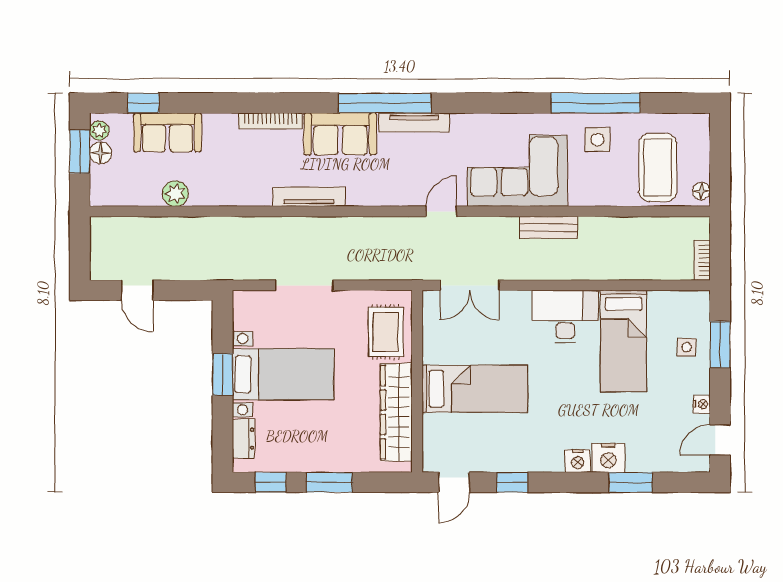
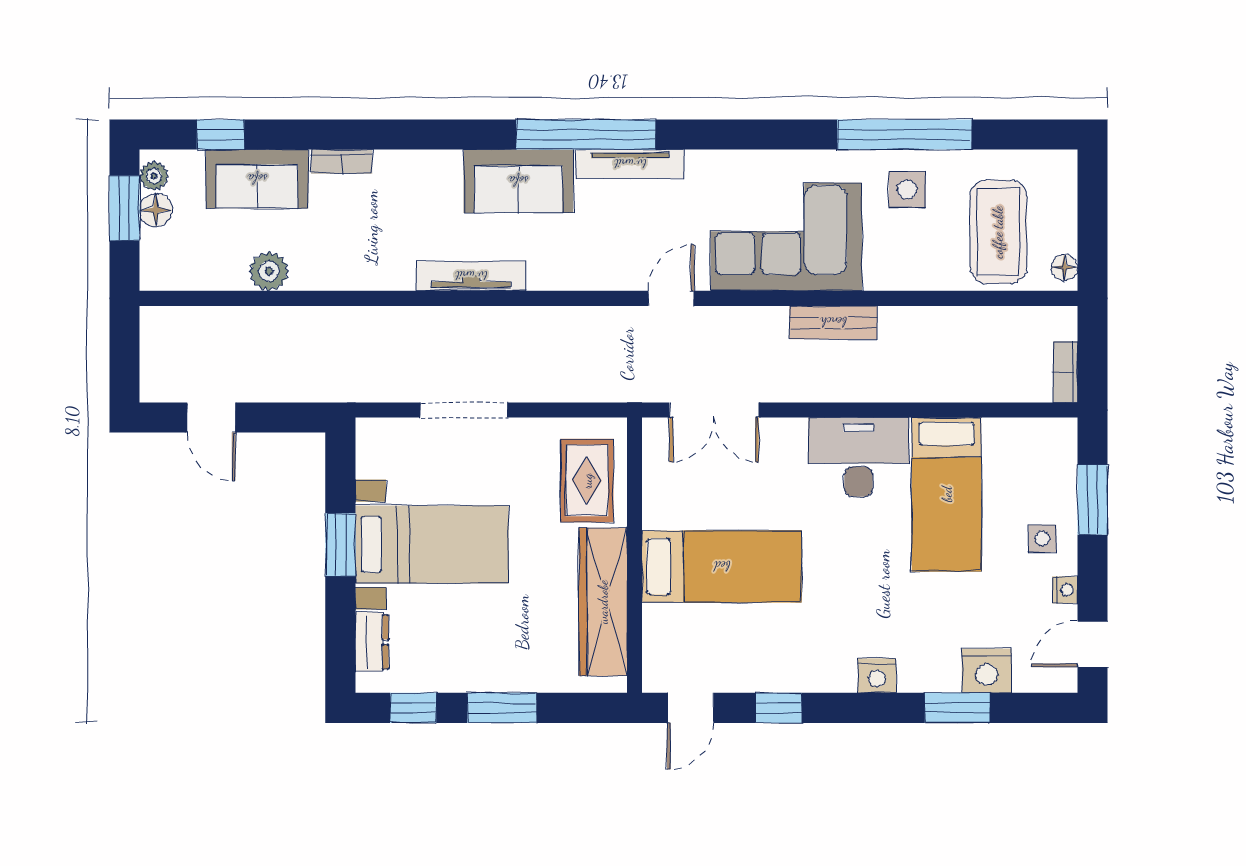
bookcase: (270, 121) -> (342, 162), moved, width x0.64
side table: (687, 347) -> (1042, 539), moved
nightstand: (608, 458) -> (987, 671), moved

